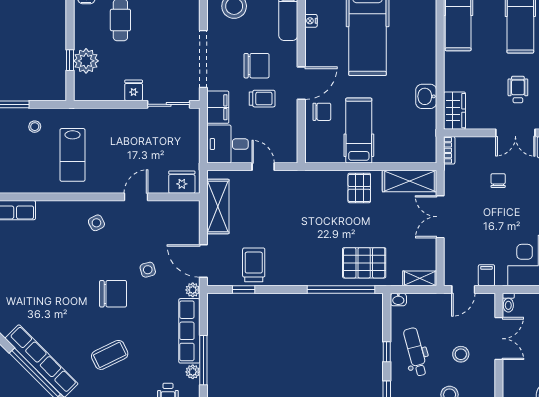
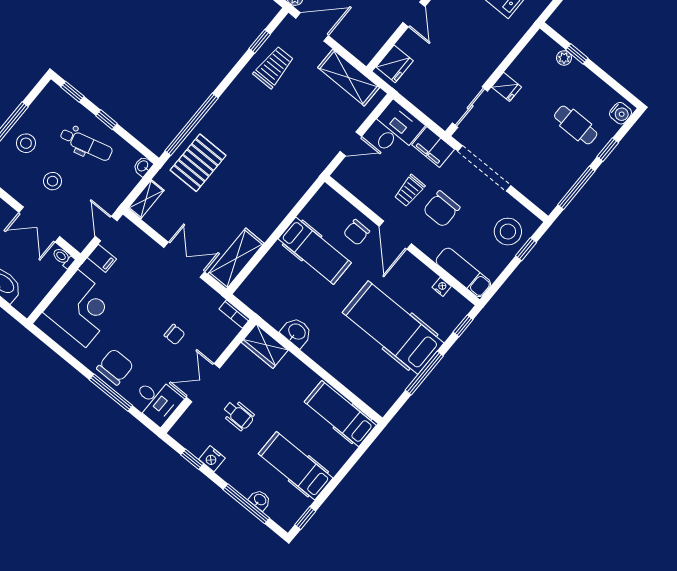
plant: (86, 61) -> (564, 58), width x0.53, depth x0.53
pallet: (359, 188) -> (265, 211), removed
trolley: (254, 265) -> (274, 67), turned -90

